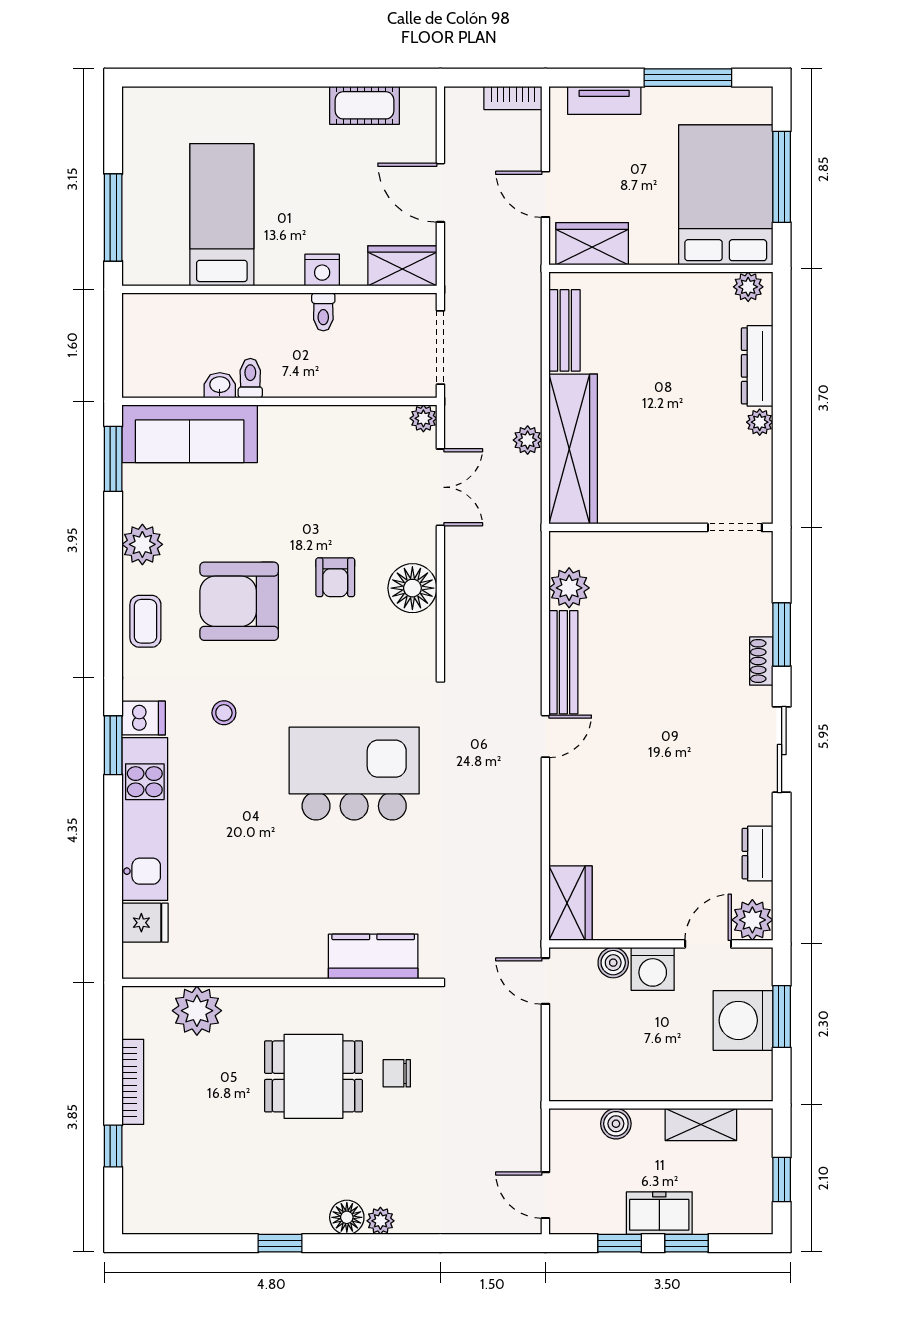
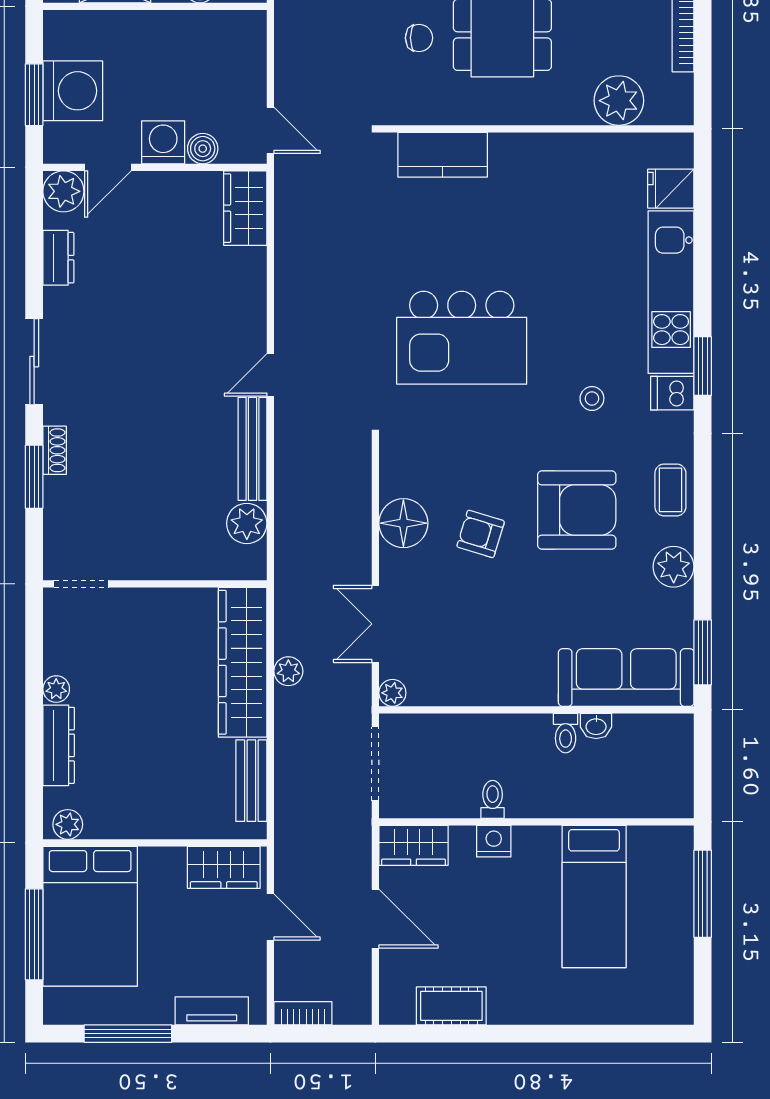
armchair: (335, 577) -> (481, 534), turned -73

